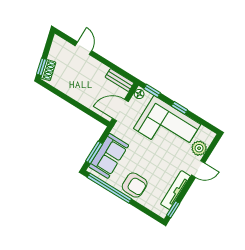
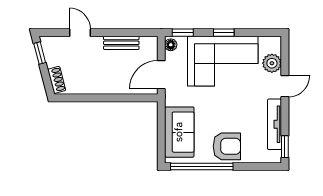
window: (41, 67) -> (40, 53), moved
bench: (119, 80) -> (121, 43), moved
window: (94, 152) -> (161, 138), removed

